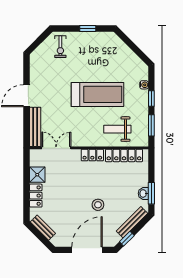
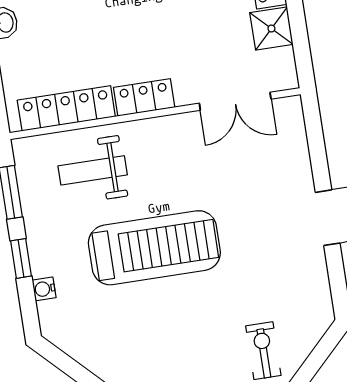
treadmill: (97, 94) -> (154, 248), turned 180
bench: (35, 127) -> (295, 145), removed
weight bench: (117, 129) -> (93, 170), turned 180

